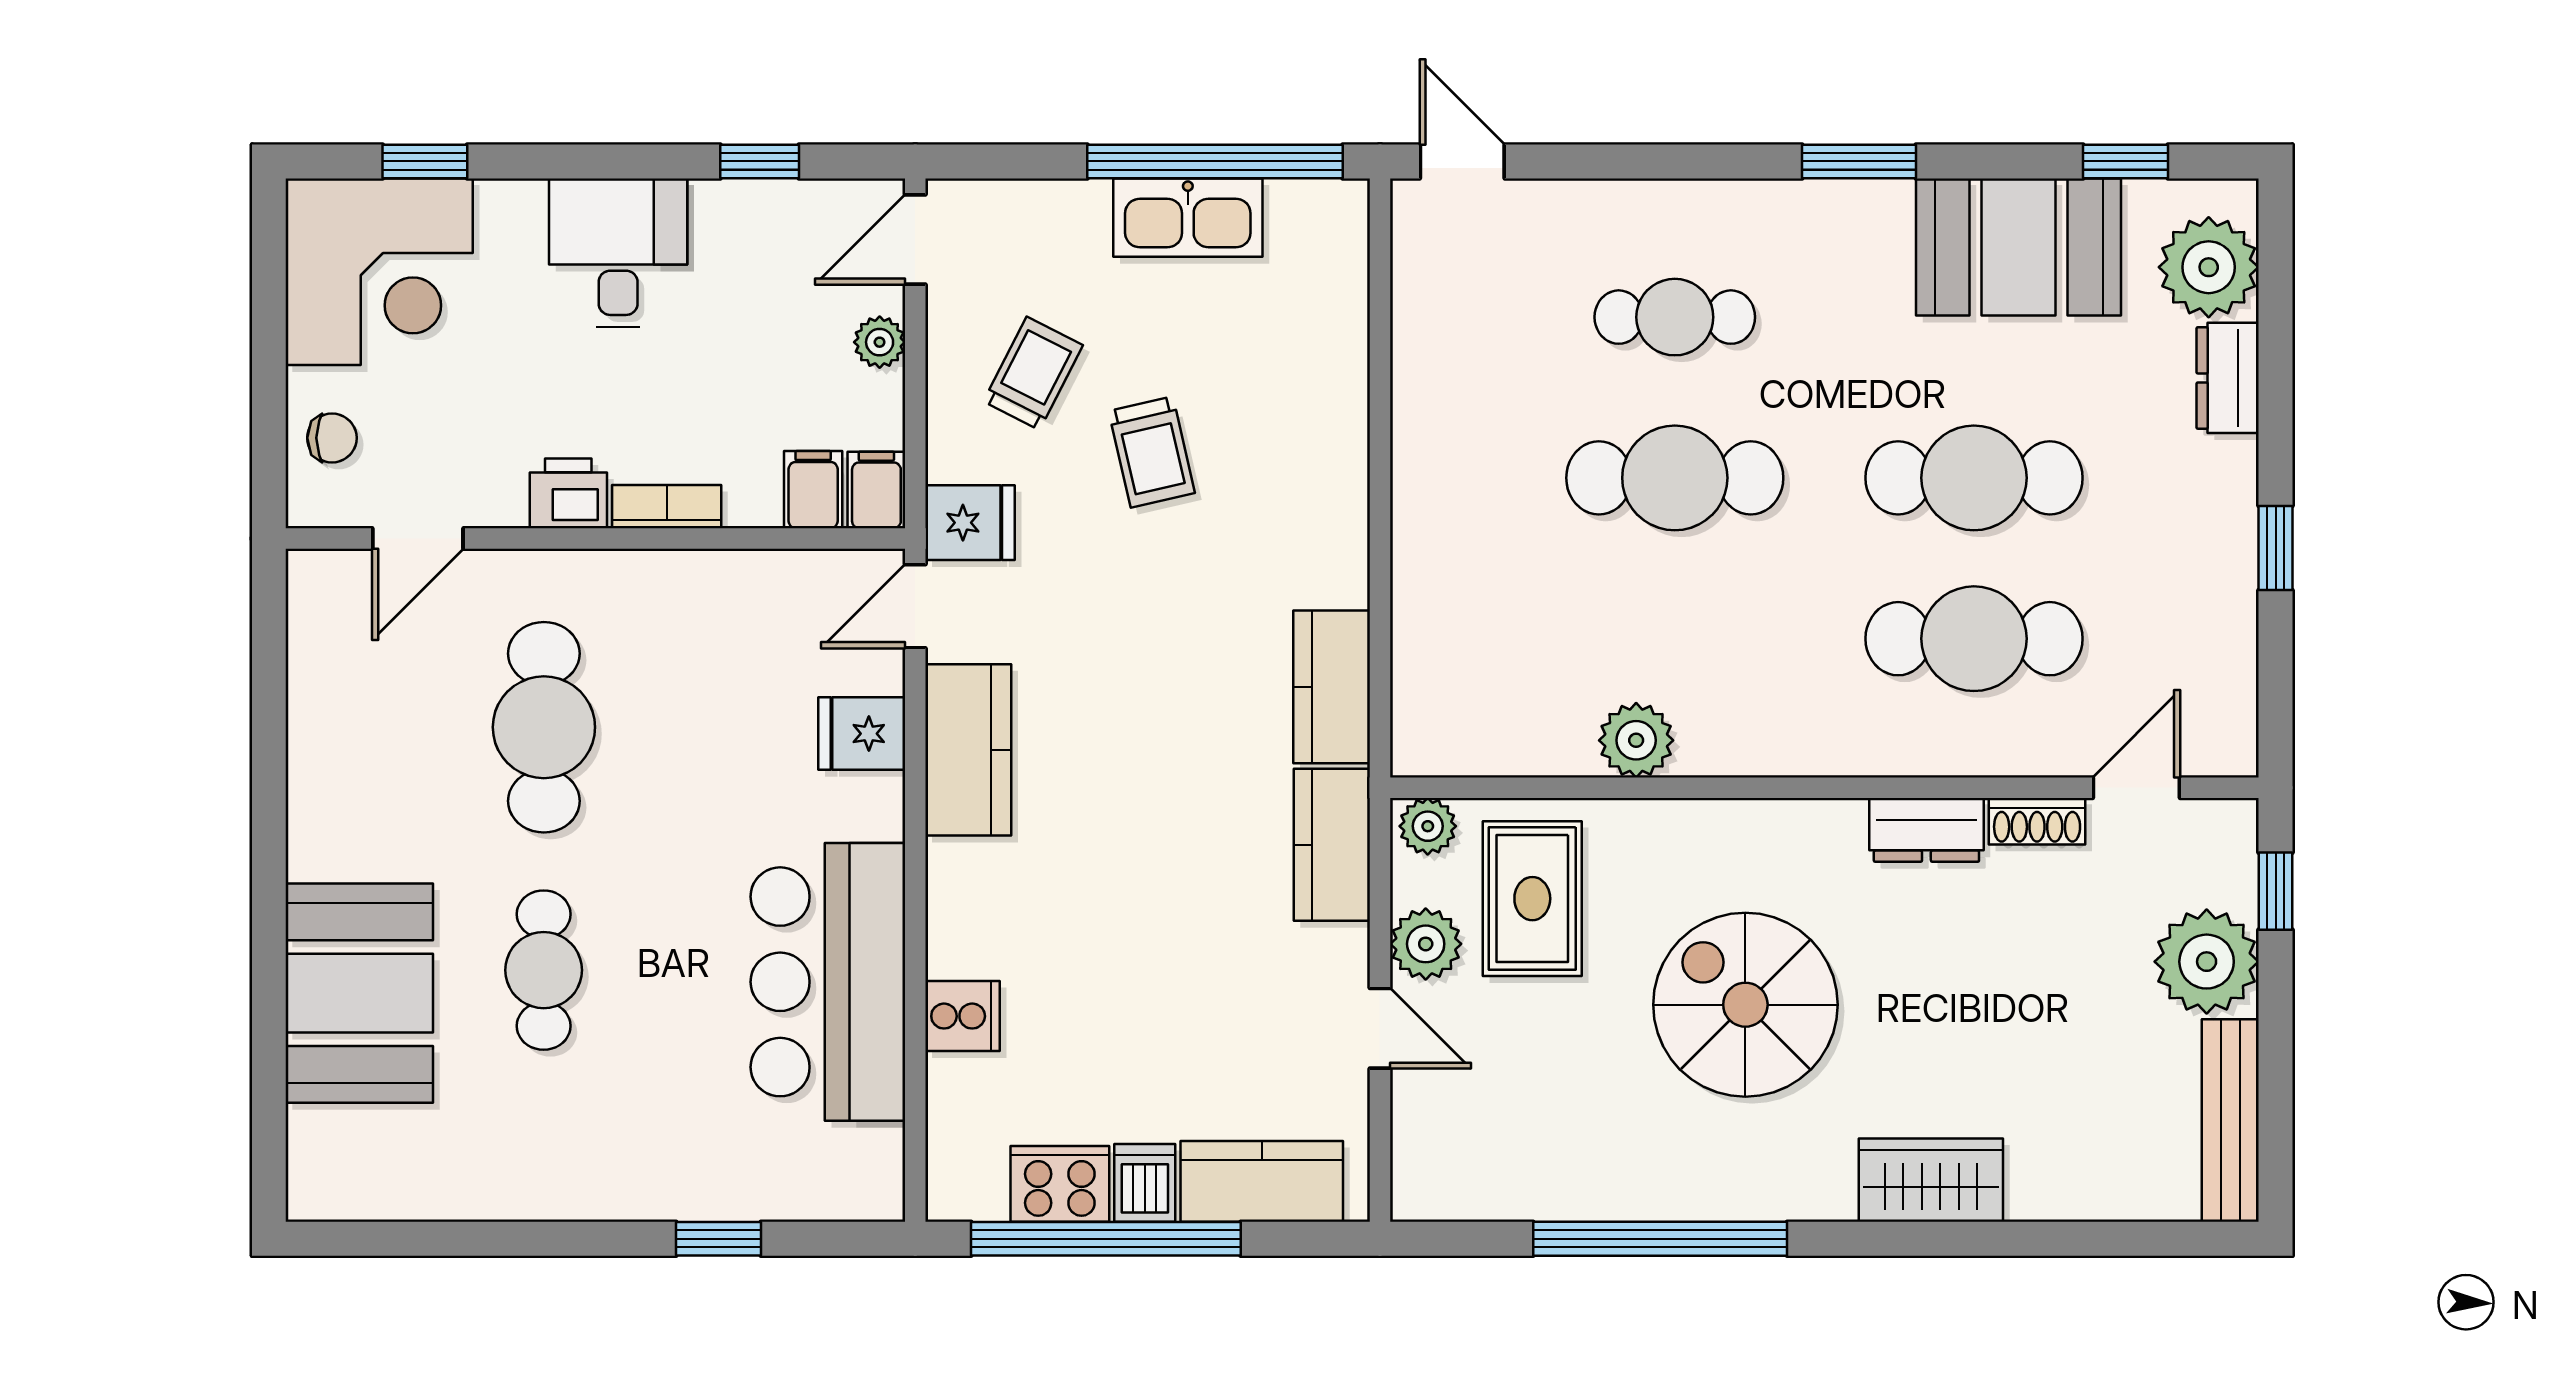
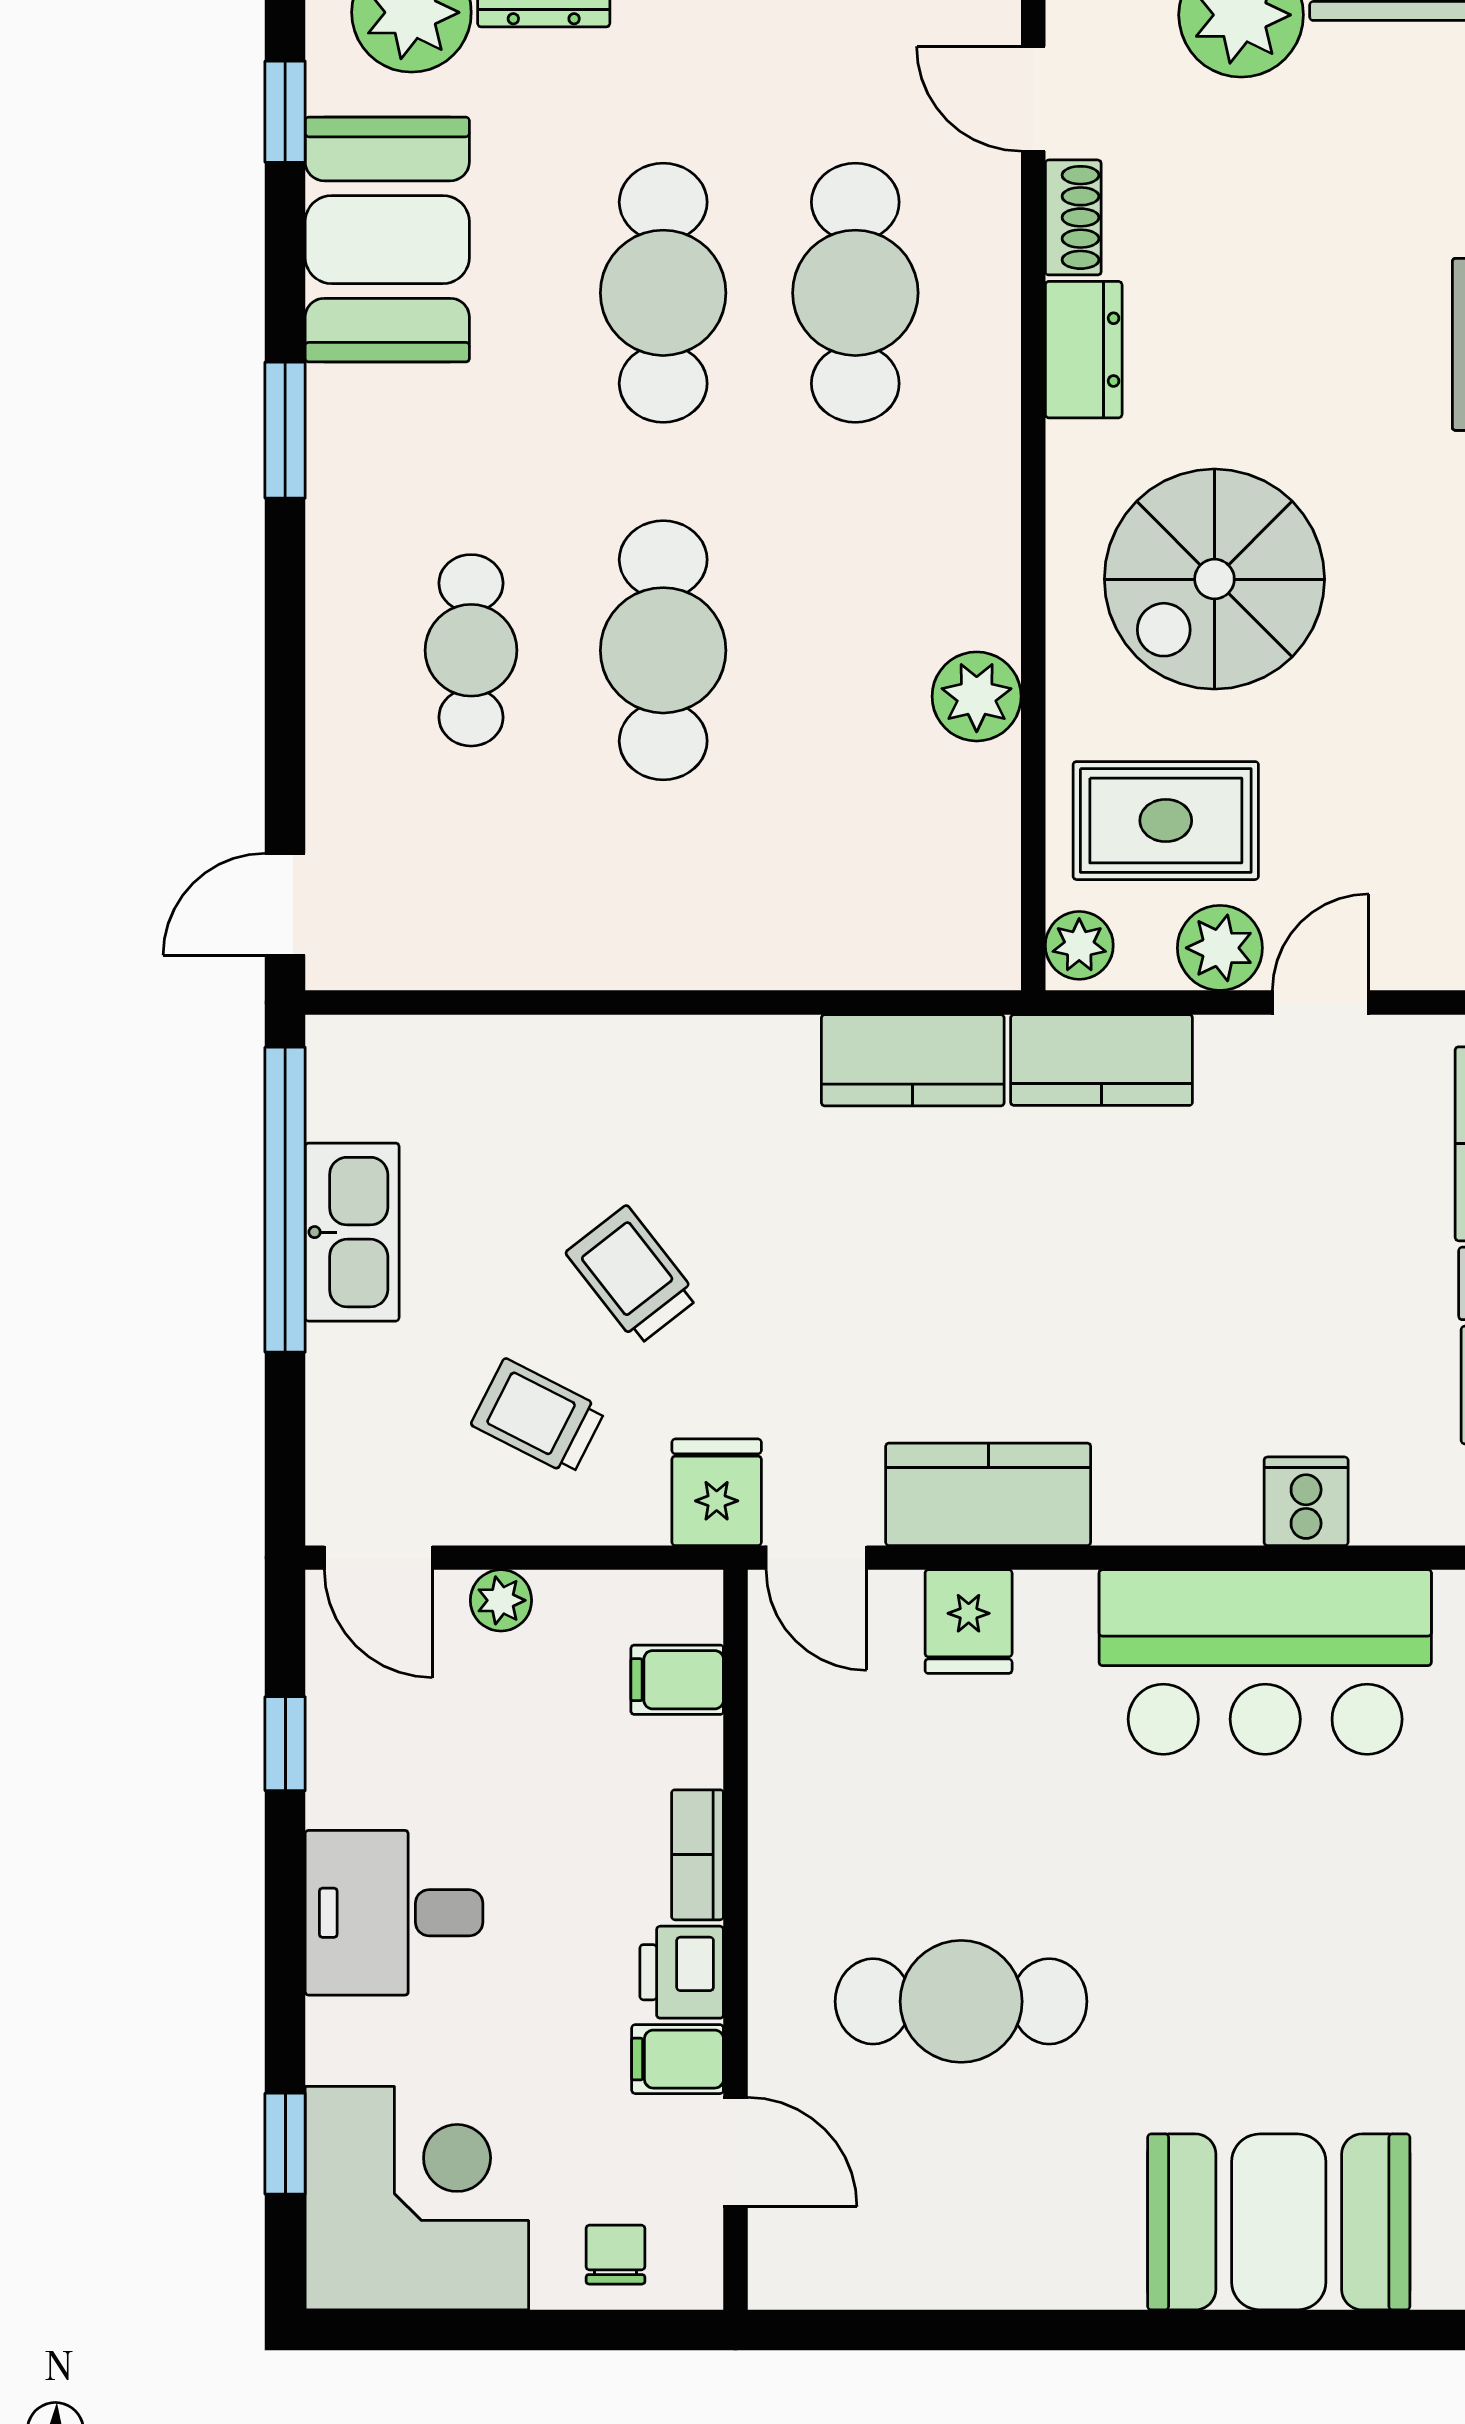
trolley: (1152, 452) -> (632, 1275), turned -115
filing cabinet: (876, 490) -> (678, 2059), moved
cafe table: (544, 970) -> (1251, 2002), removed
spiral stairs: (1745, 1005) -> (1214, 579), moved

